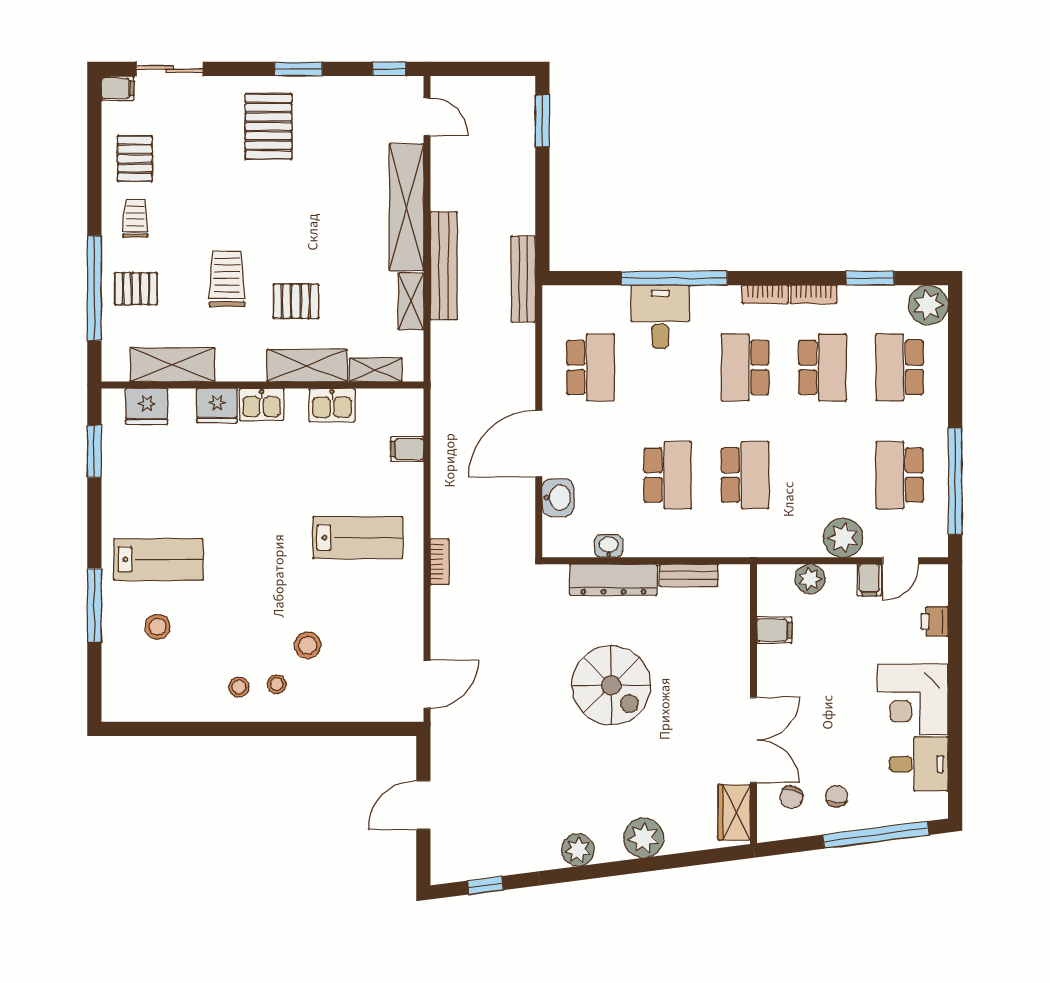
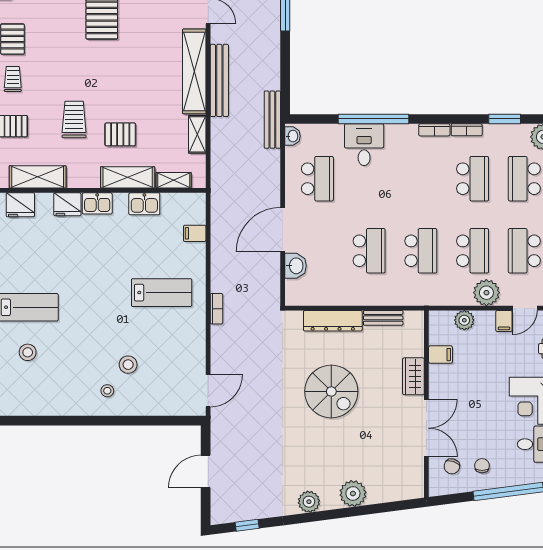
bench: (444, 266) -> (219, 80), moved
school desk: (745, 367) -> (473, 251), moved, turned 180
washbasin: (609, 546) -> (292, 136), moved, turned 90
stool: (239, 687) -> (82, 393), removed
wardrobe: (734, 812) -> (413, 376), moved

